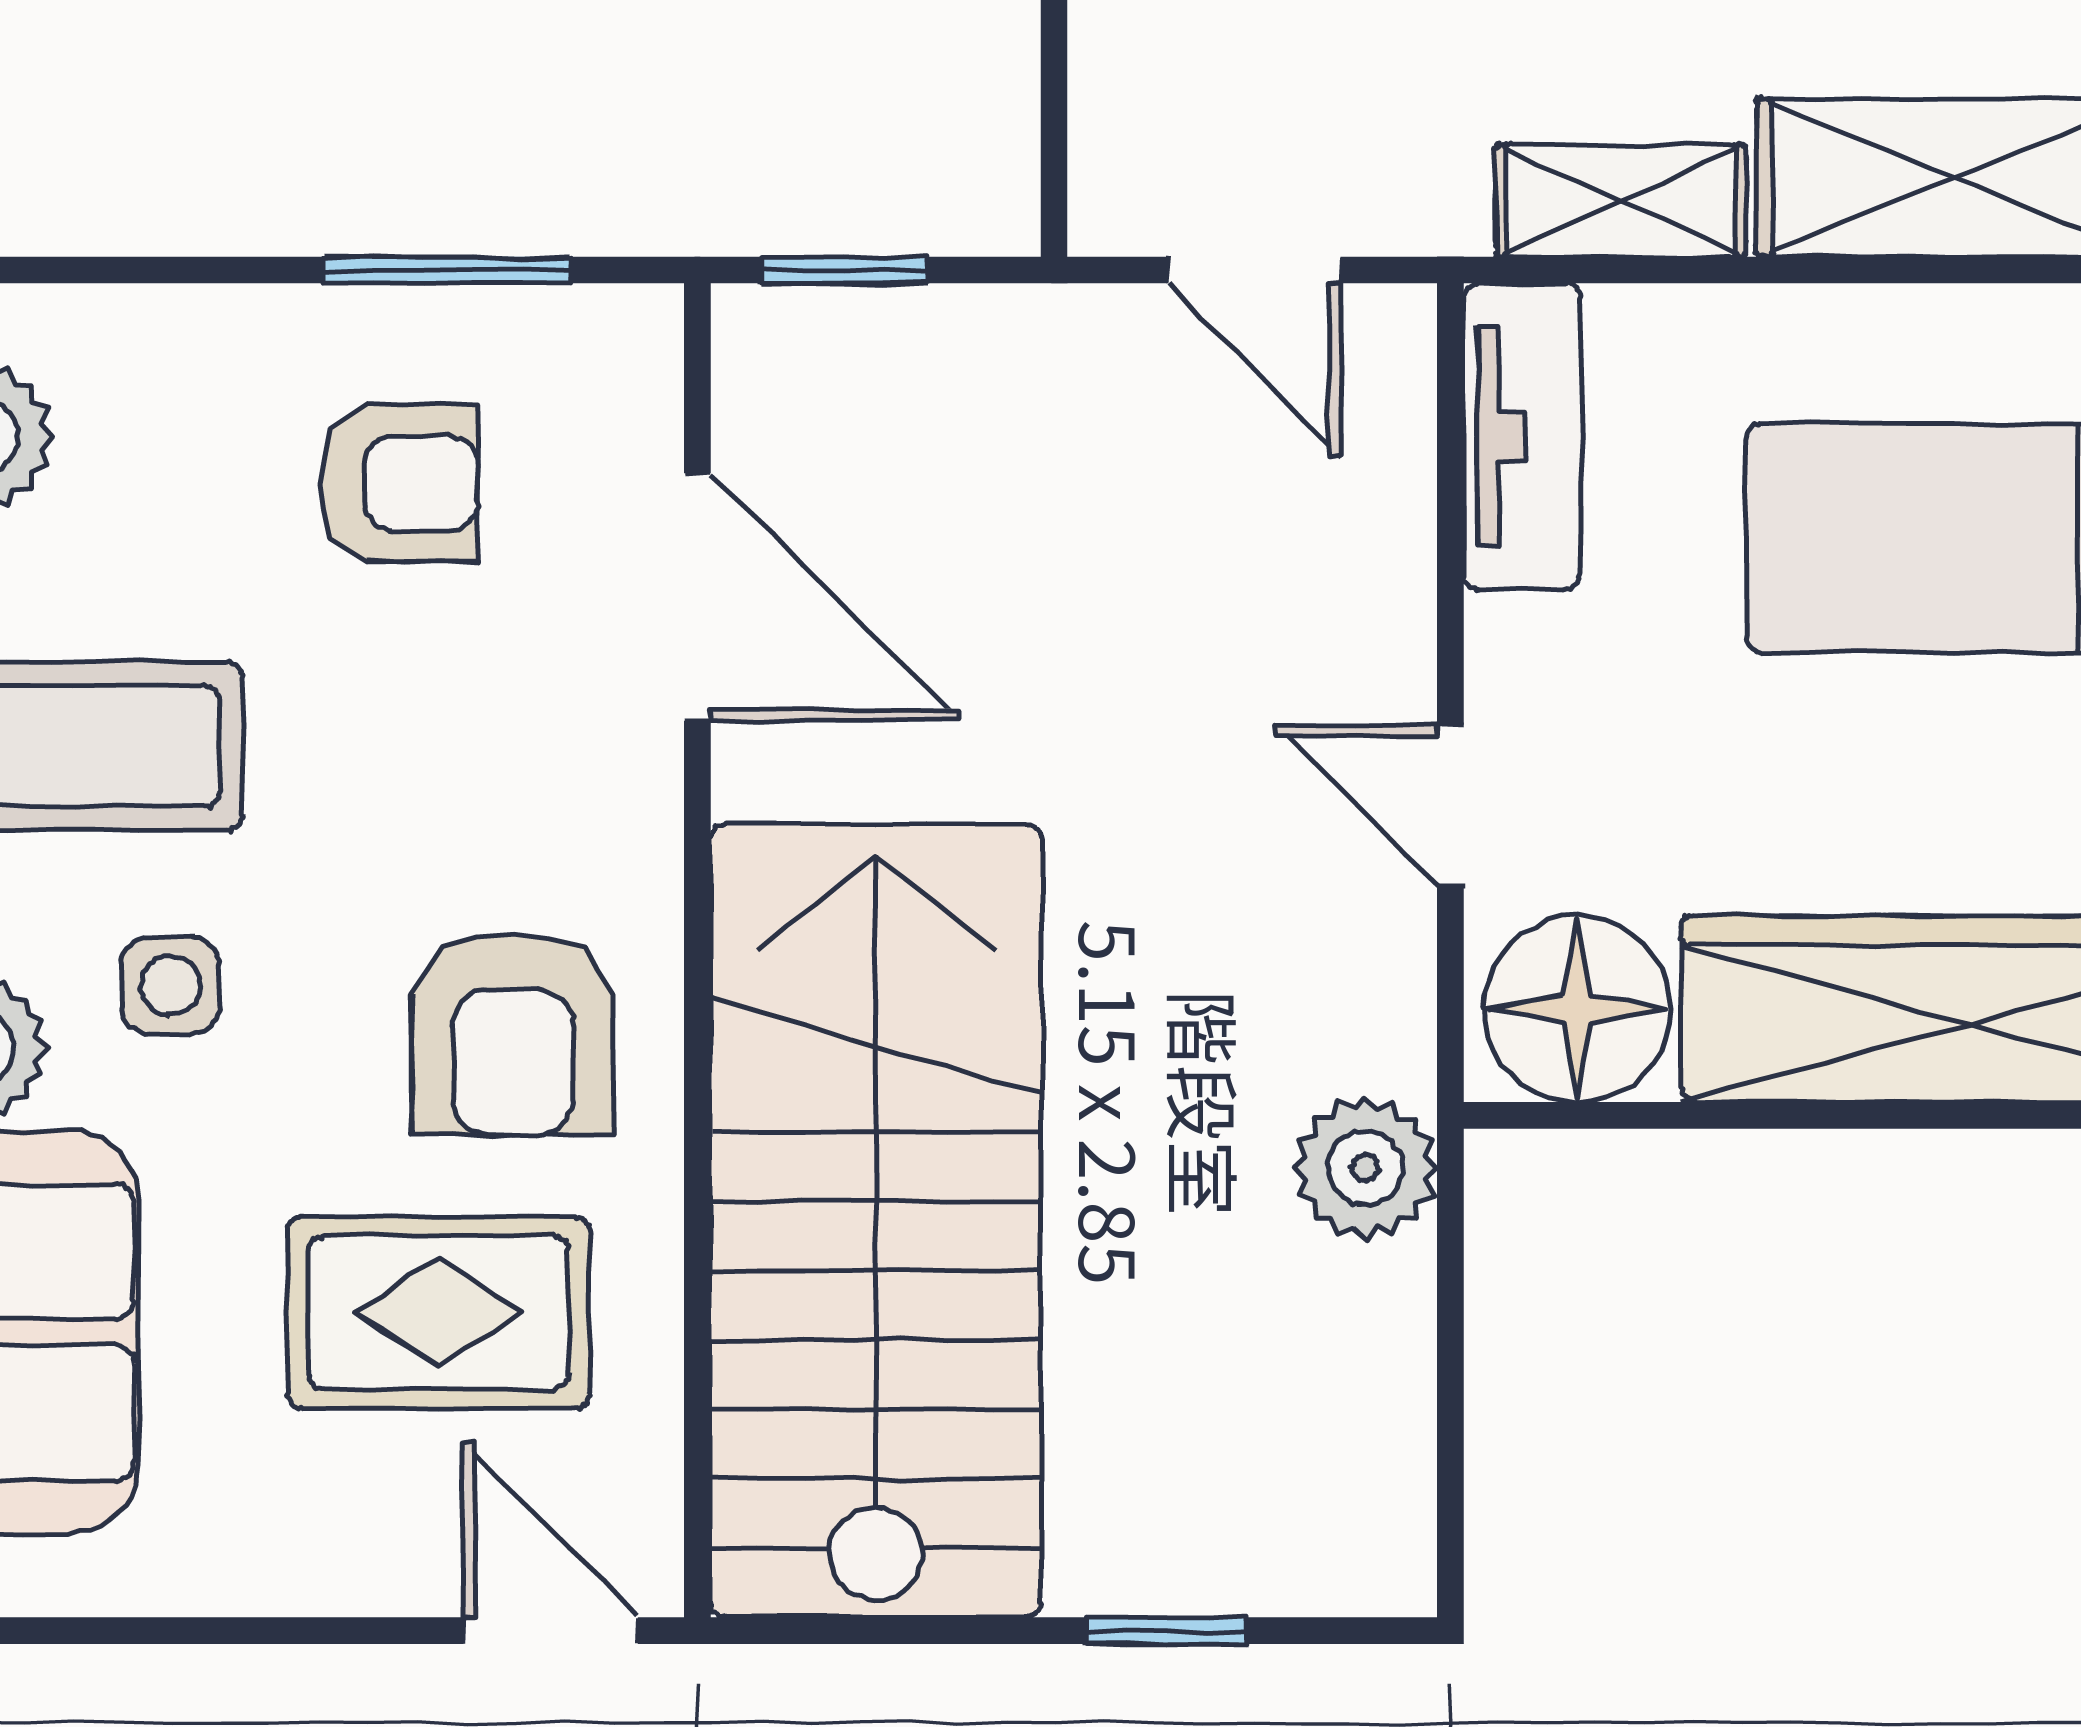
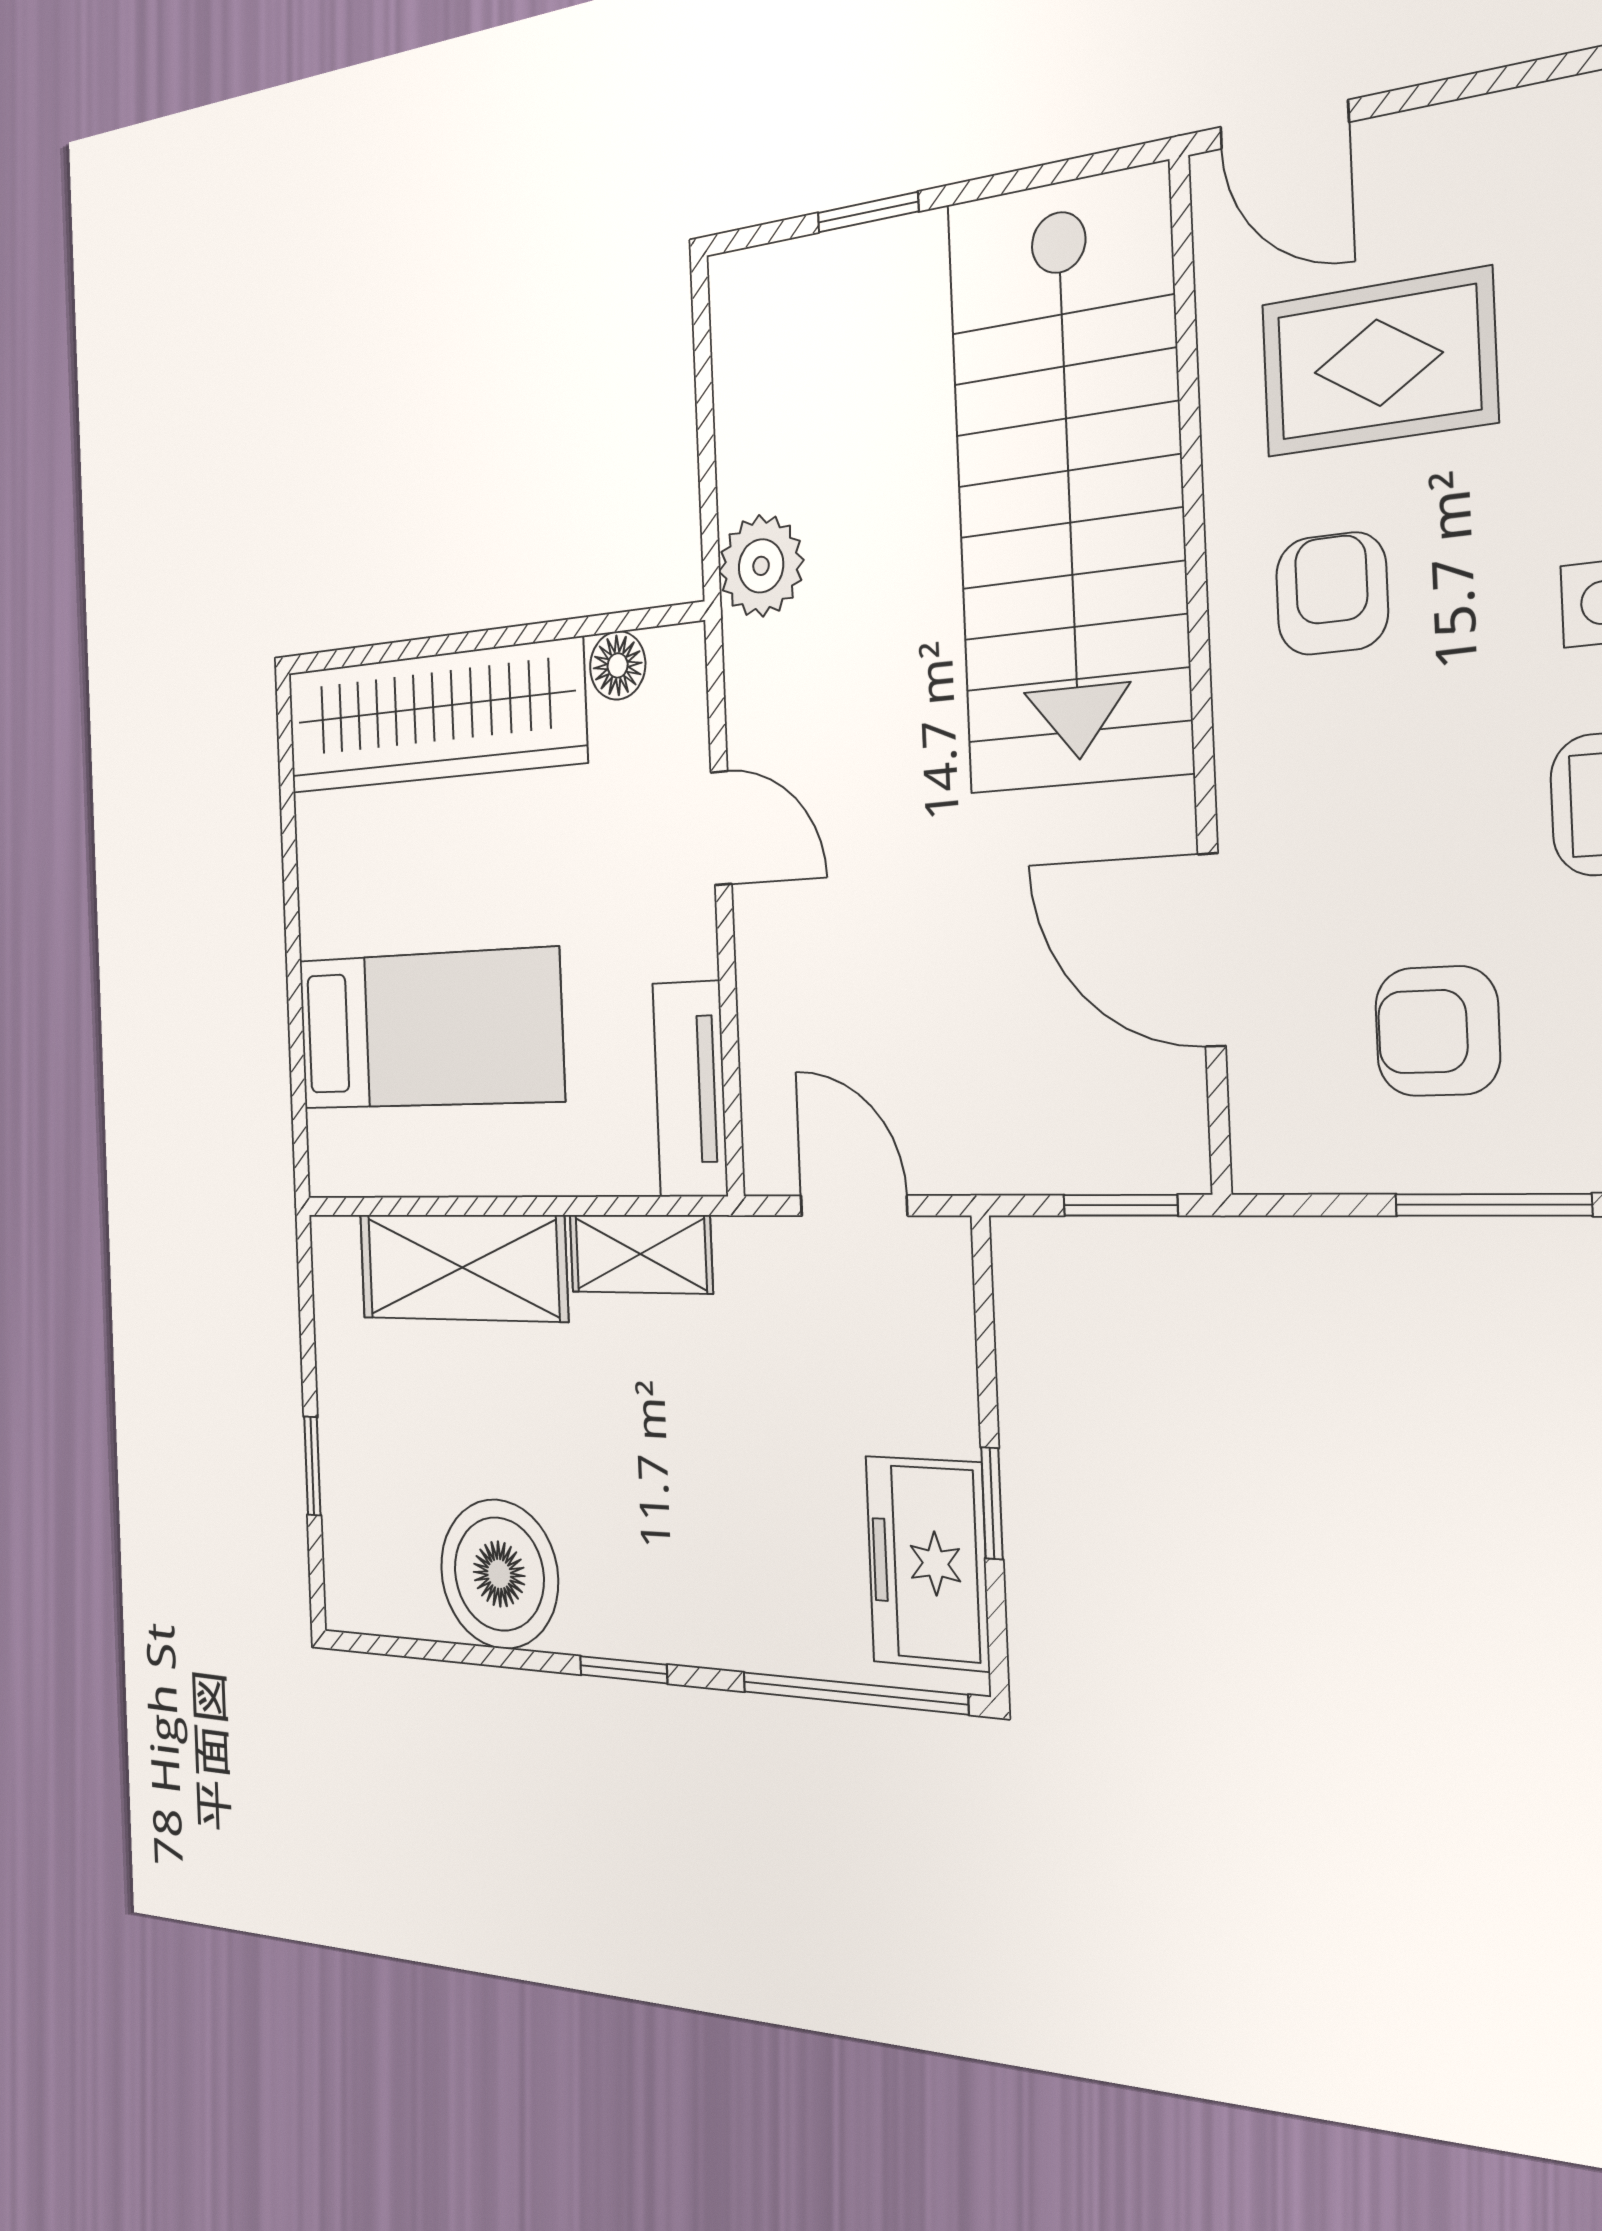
window: (448, 270) -> (1492, 1205), moved
floor lamp: (1577, 1009) -> (618, 665), width x0.53, depth x0.53
armchair: (513, 1034) -> (1332, 594), width x0.72, depth x0.72

